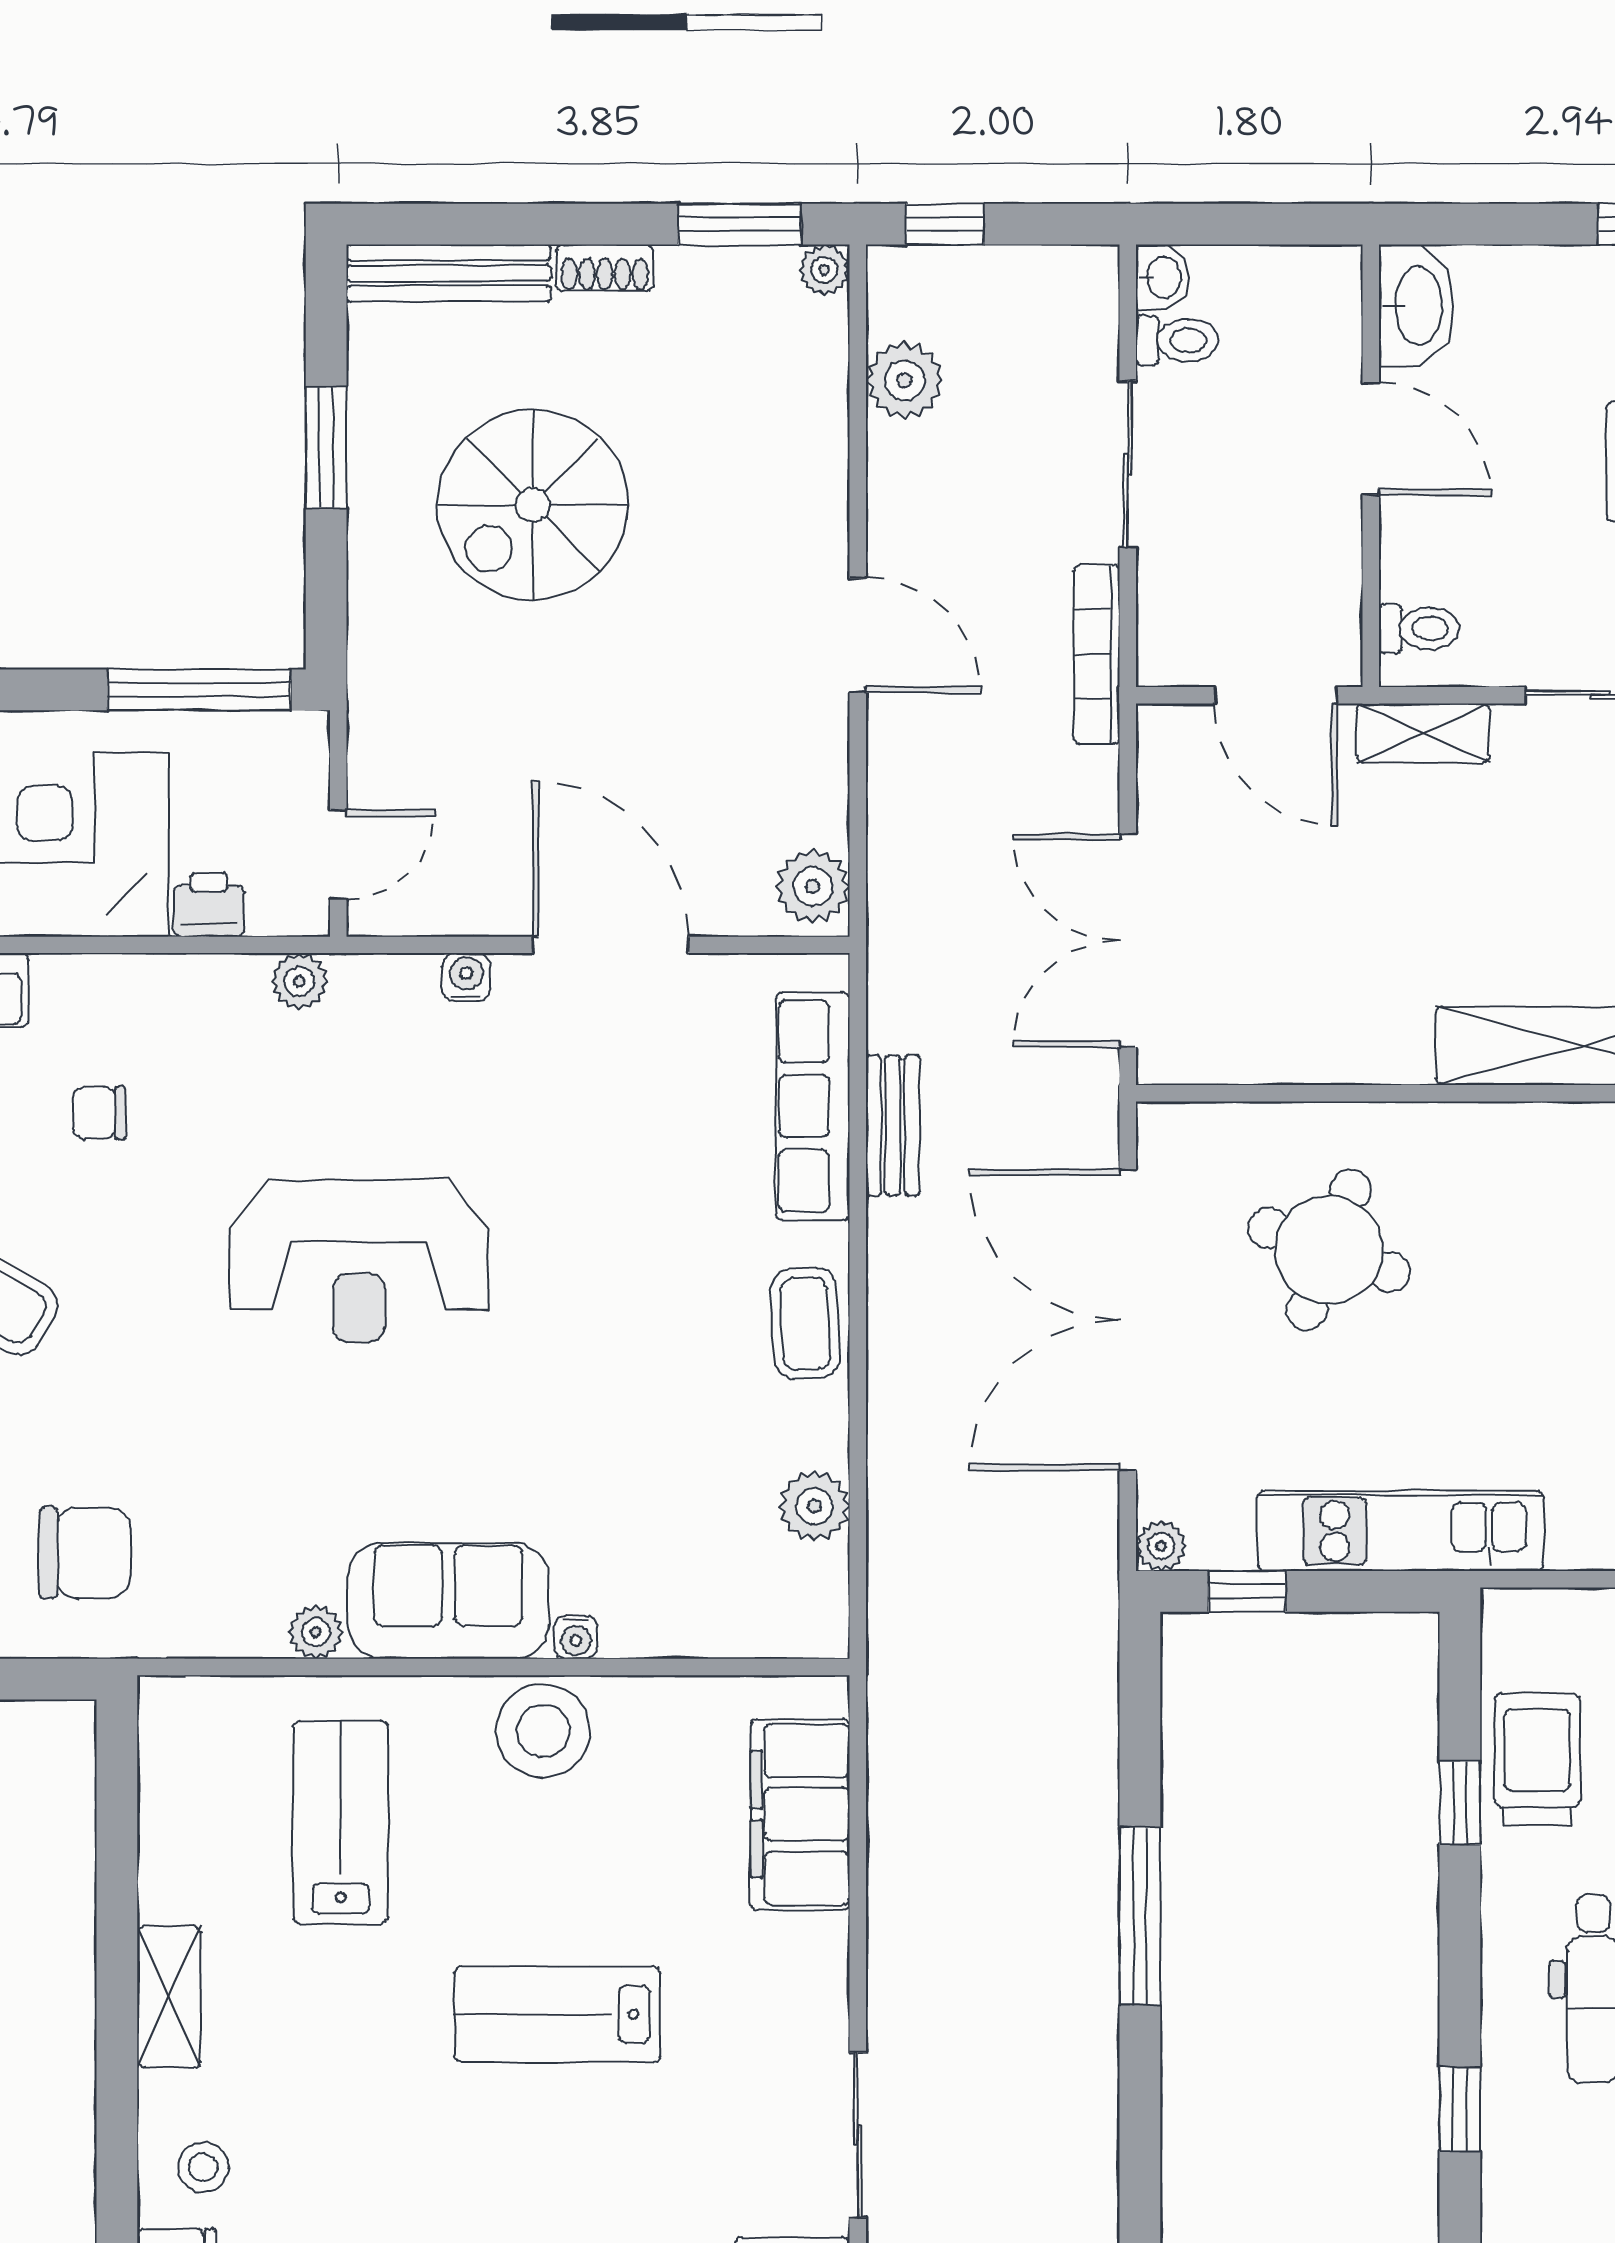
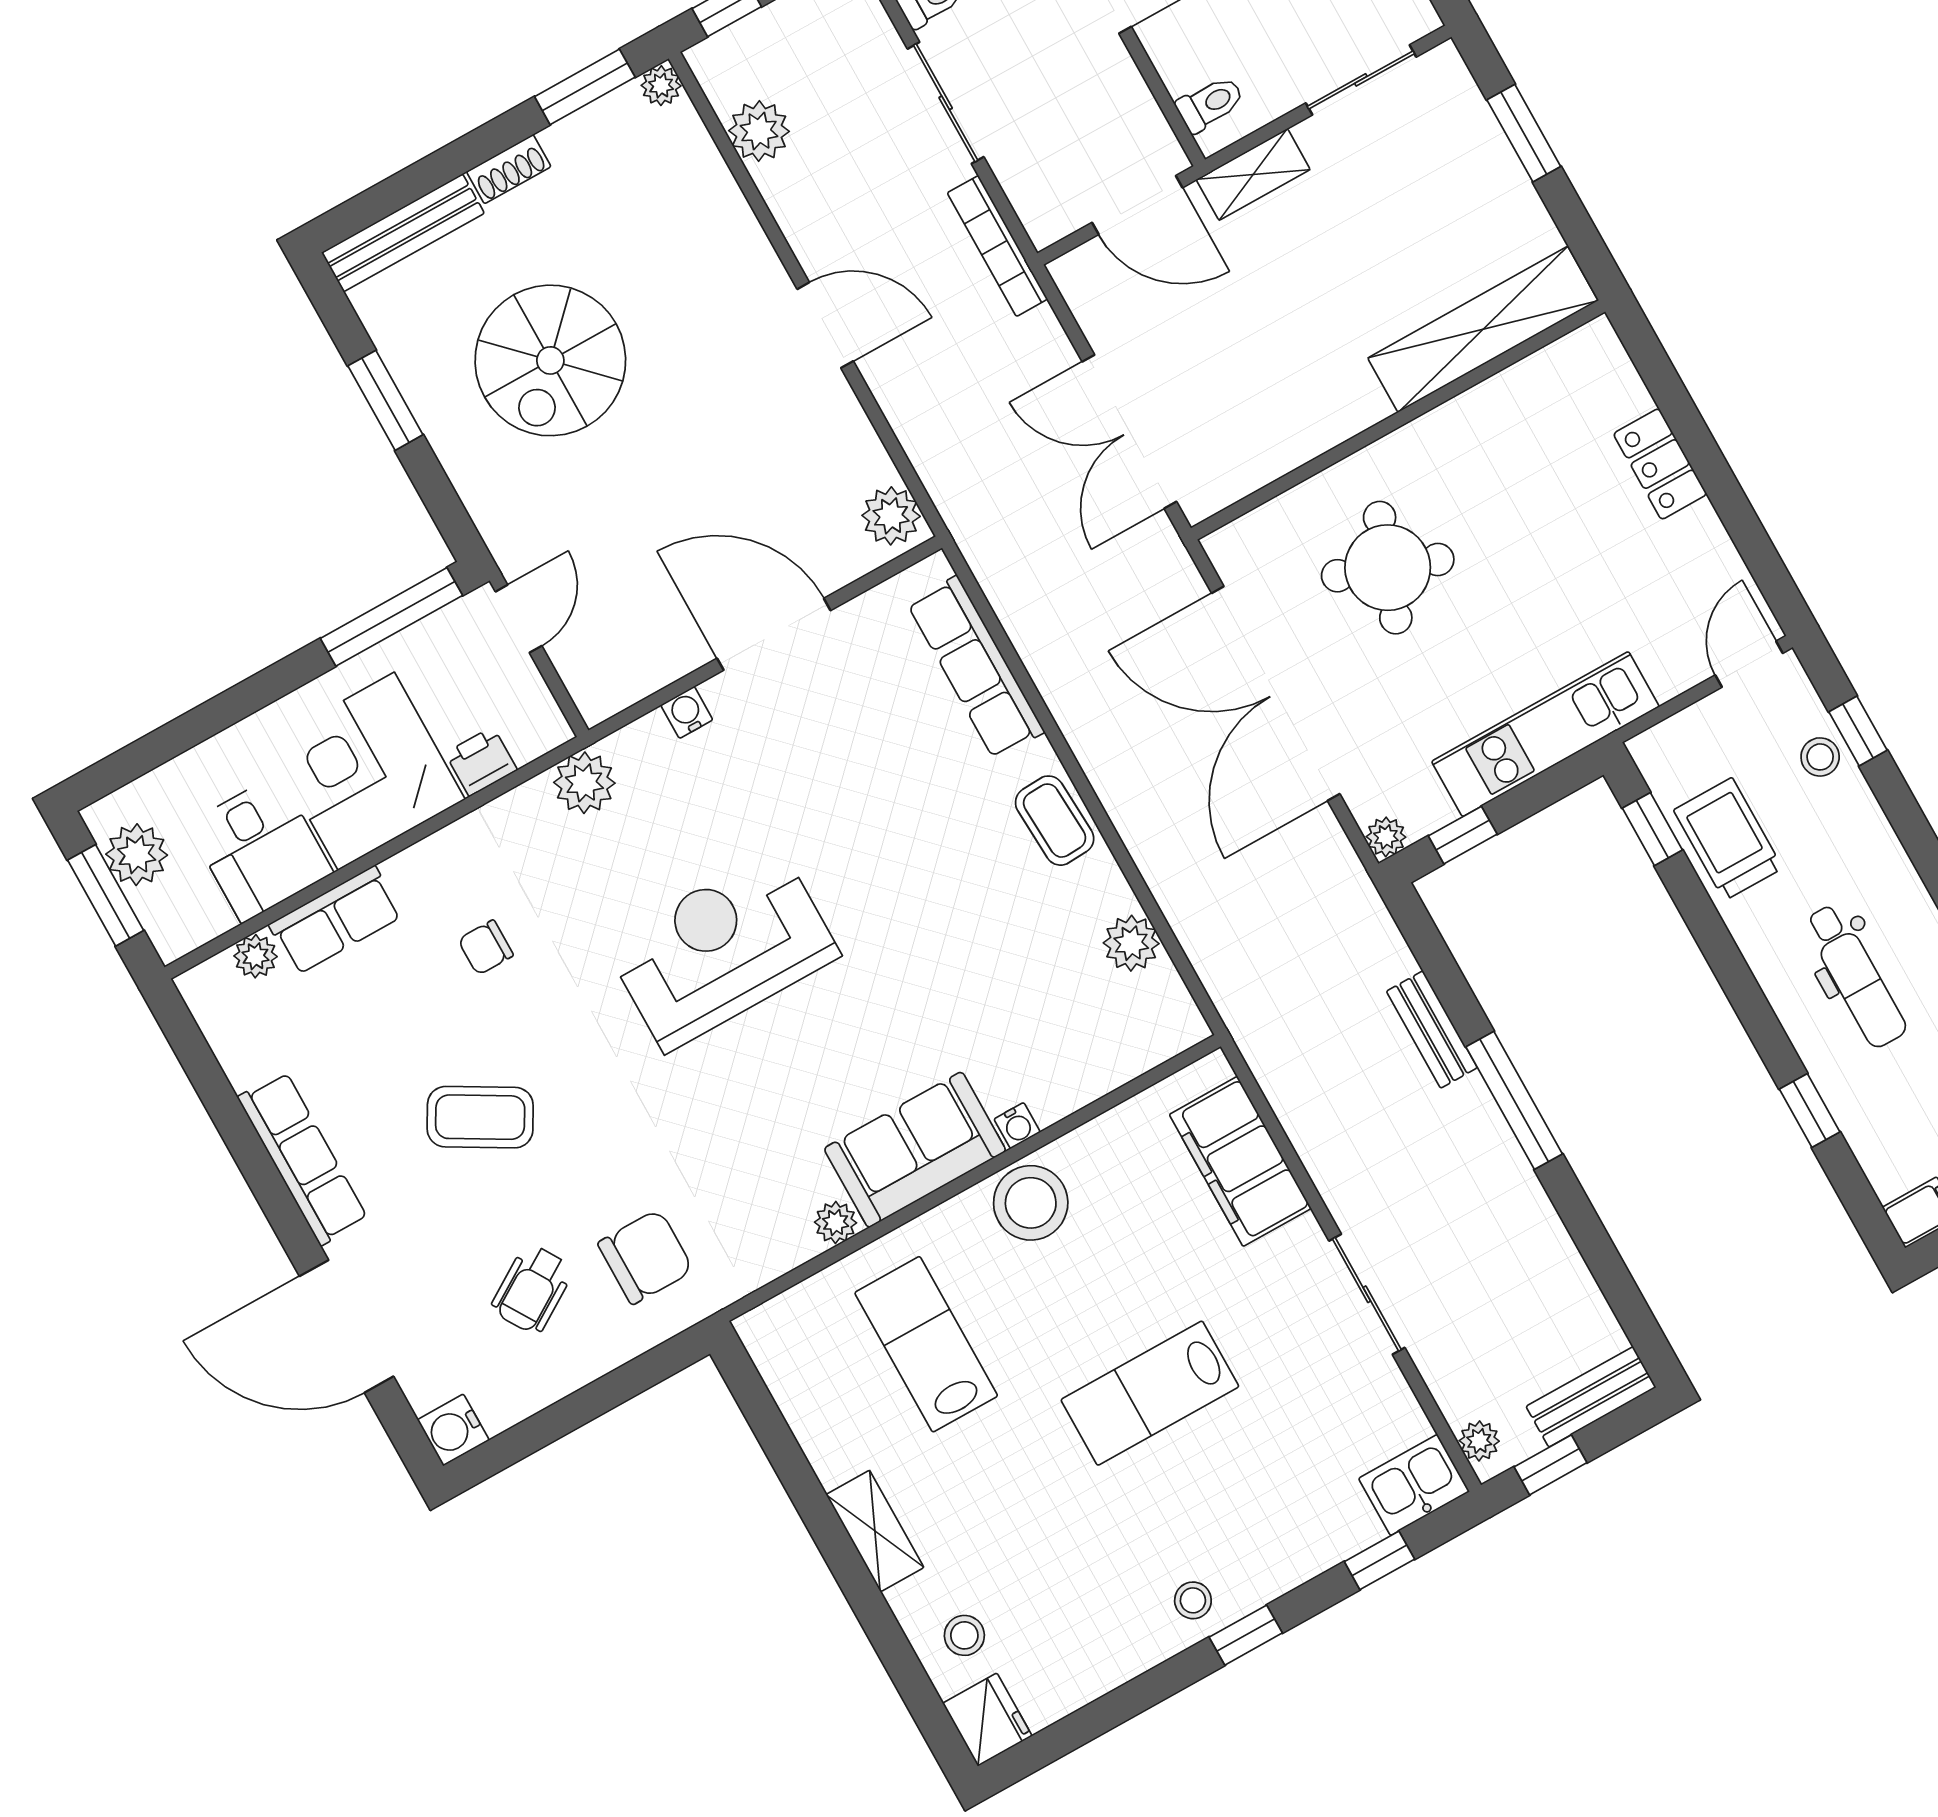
door: (338, 854) -> (519, 619), moved
plant: (299, 981) -> (584, 783), width x1.38, depth x1.38
bench: (893, 1125) -> (1432, 1030), moved
reception desk: (359, 1261) -> (722, 950), turned 180
window: (1460, 1803) -> (1652, 829), moved
sliding door: (858, 2135) -> (1367, 1294), moved

